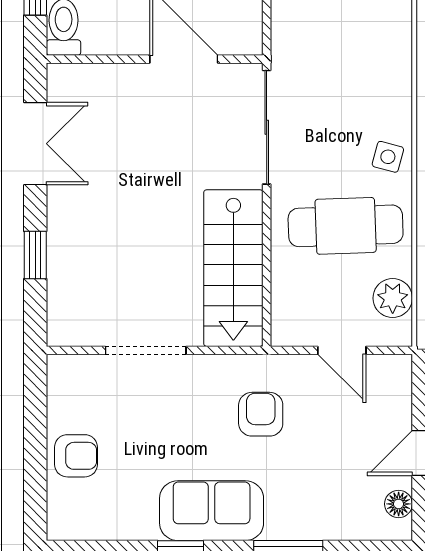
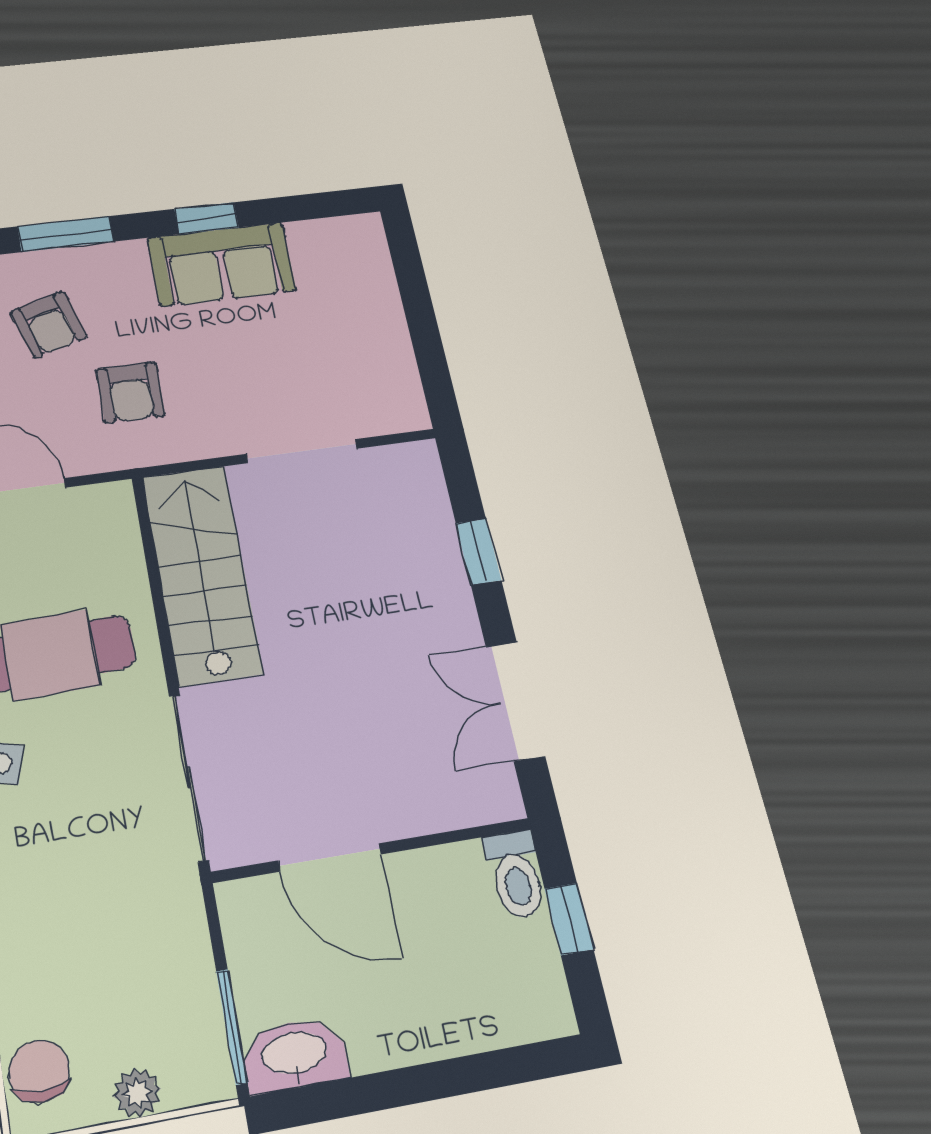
armchair: (76, 456) -> (49, 325), moved, turned -107
sofa: (212, 511) -> (222, 264), moved

